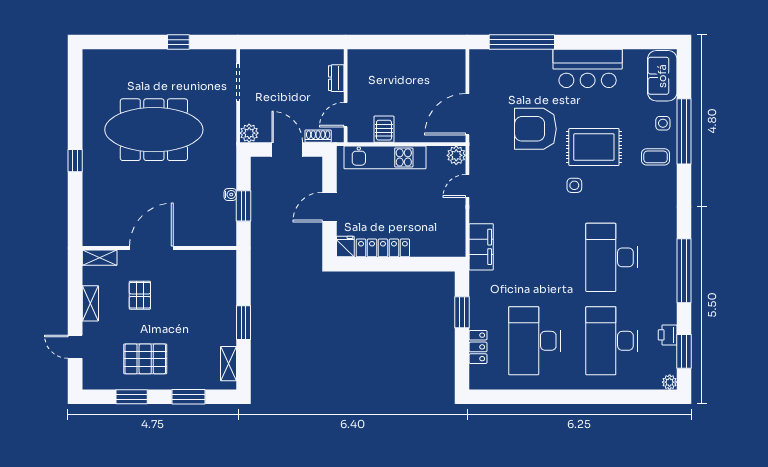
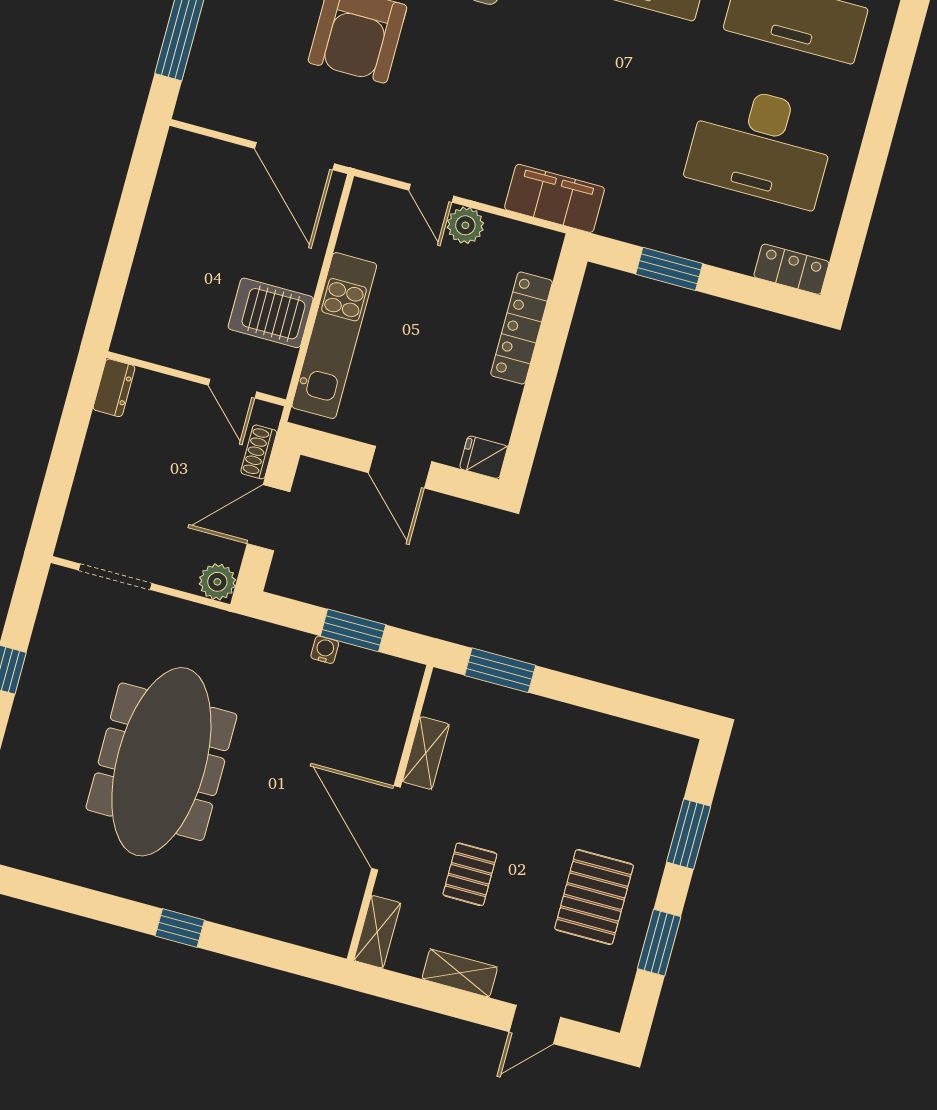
dresser: (336, 78) -> (114, 388), moved, turned -90
server rack: (384, 129) -> (271, 313), width x1.36, depth x1.44
plant: (456, 155) -> (465, 225), moved
locker: (383, 248) -> (522, 328), moved
pallet: (140, 295) -> (470, 874), turned 90
window: (243, 323) -> (500, 670), moved
locker: (478, 347) -> (791, 269), moved
shelving: (229, 364) -> (426, 753), moved, turned 90

